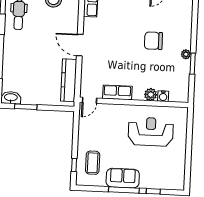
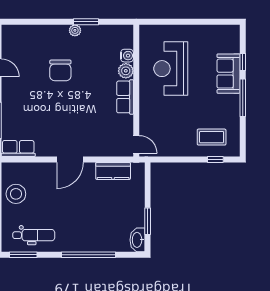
kitchen counter: (69, 80) -> (113, 171), width x0.67
row of seats: (117, 92) -> (125, 97), moved
sofa: (123, 178) -> (229, 74), moved

